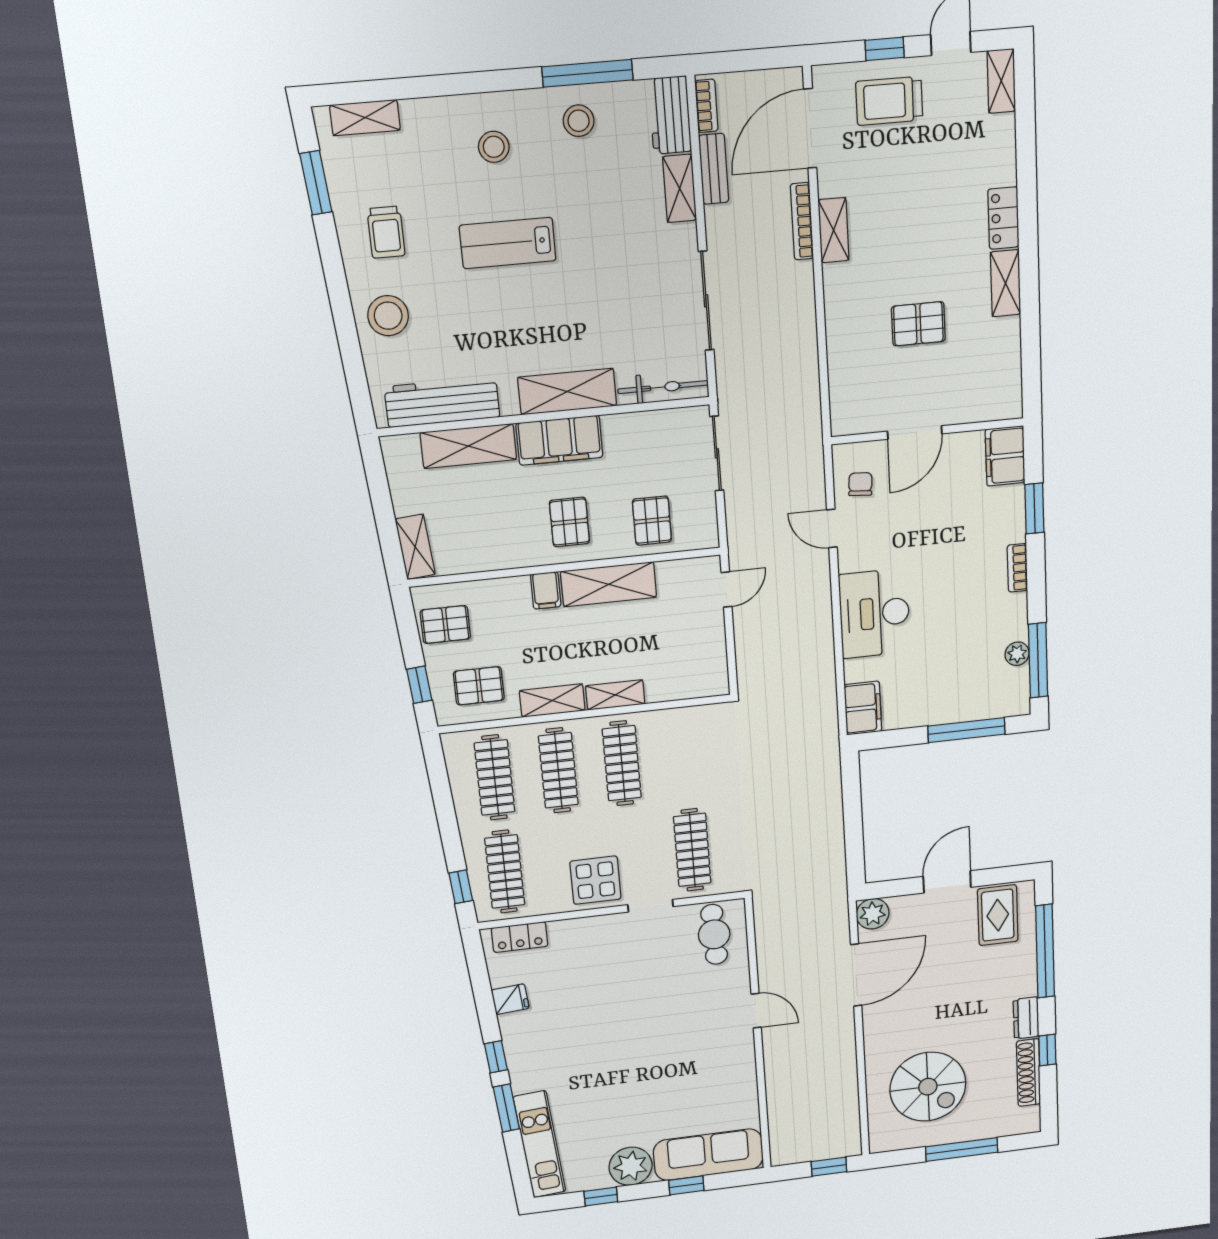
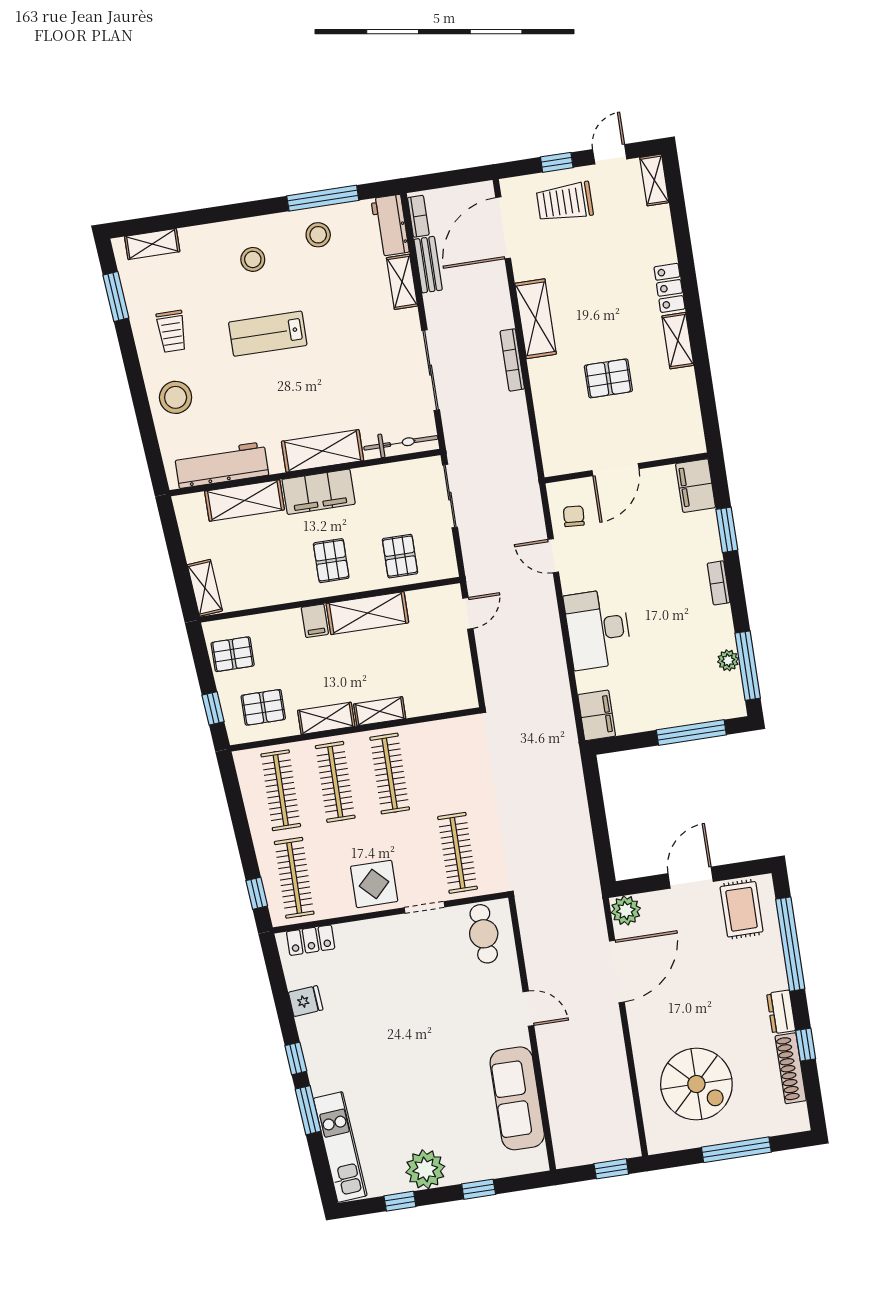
bookcase: (802, 221) -> (512, 360), moved
shelving: (834, 230) -> (536, 319), width x1.50, depth x1.33
sofa: (708, 1155) -> (517, 1098), moved, turned -90

